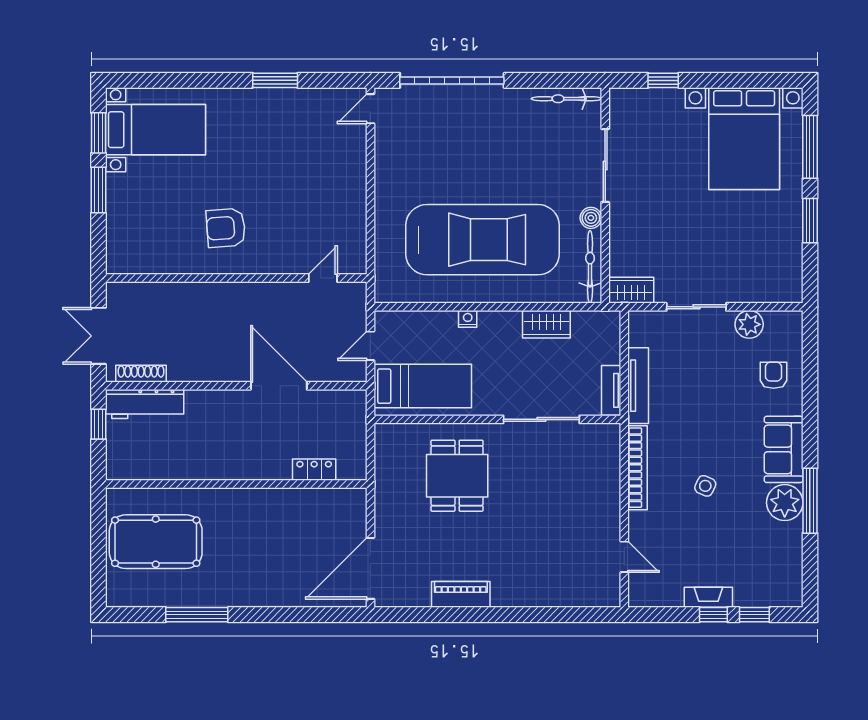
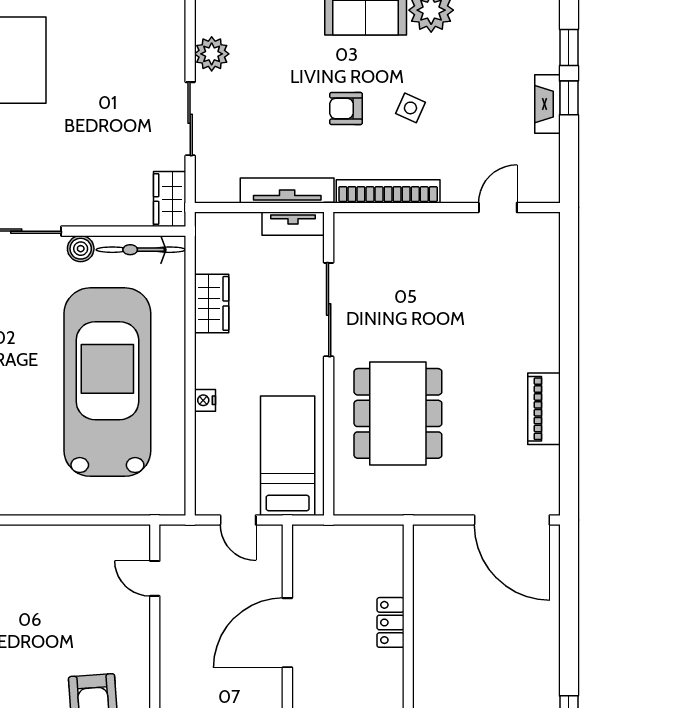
armchair: (774, 375) -> (346, 109), moved
locker: (314, 470) -> (390, 622), moved
dining table: (457, 476) -> (398, 413), width x1.38

